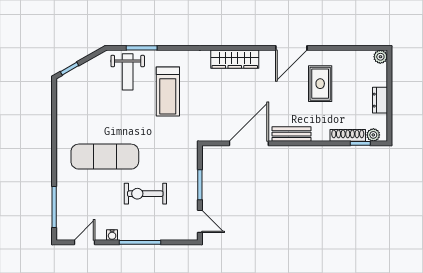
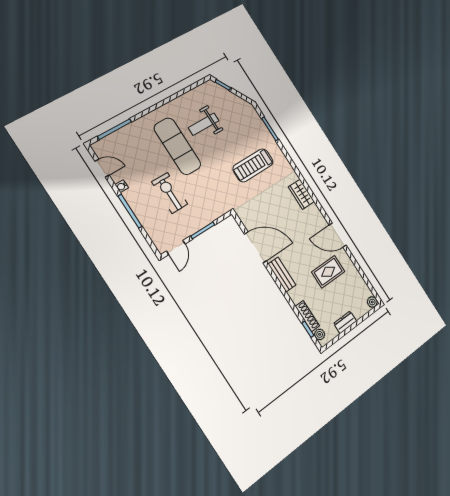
wardrobe: (235, 59) -> (301, 194), width x0.67
weight bench: (128, 72) -> (204, 124), moved

